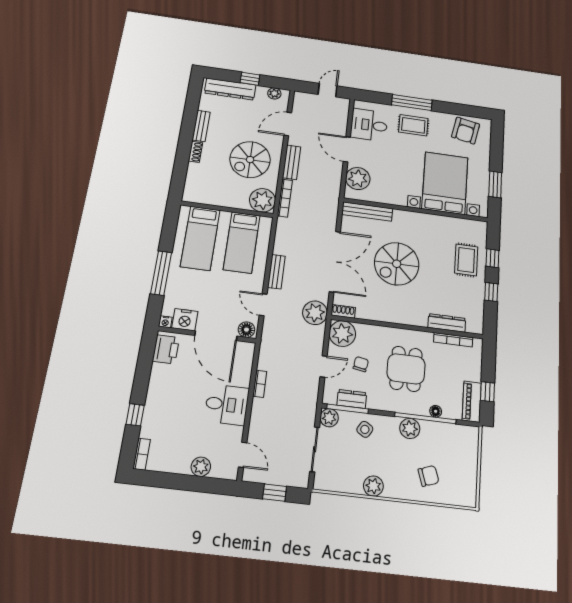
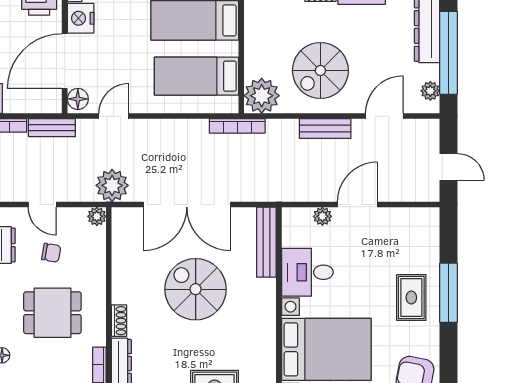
window: (250, 79) -> (449, 53), width x3.17
door: (288, 124) -> (384, 116), hinge flipped
desk: (369, 125) -> (307, 272), moved, turned -90
spiral stairs: (250, 160) -> (320, 71), turned -90
plant: (358, 179) -> (322, 216), width x0.53, depth x0.53
bookcase: (285, 198) -> (237, 126), moved
bench: (276, 272) -> (52, 128), moved
shoe rack: (343, 311) -> (119, 321), moved
plant: (342, 334) -> (97, 216), width x0.53, depth x0.53

